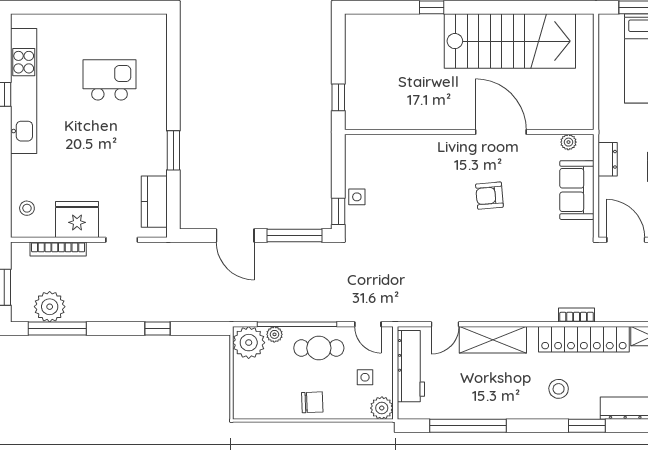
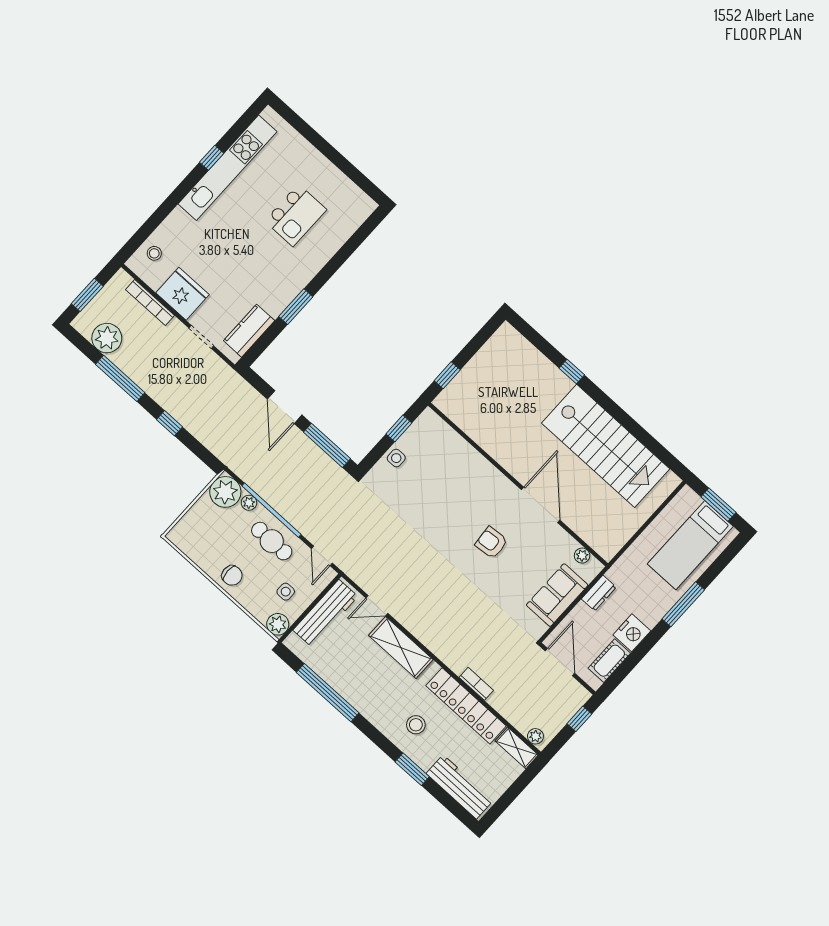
kitchen island: (109, 80) -> (296, 215), turned 90
window: (338, 211) -> (399, 428), moved
window: (57, 329) -> (120, 378), moved

